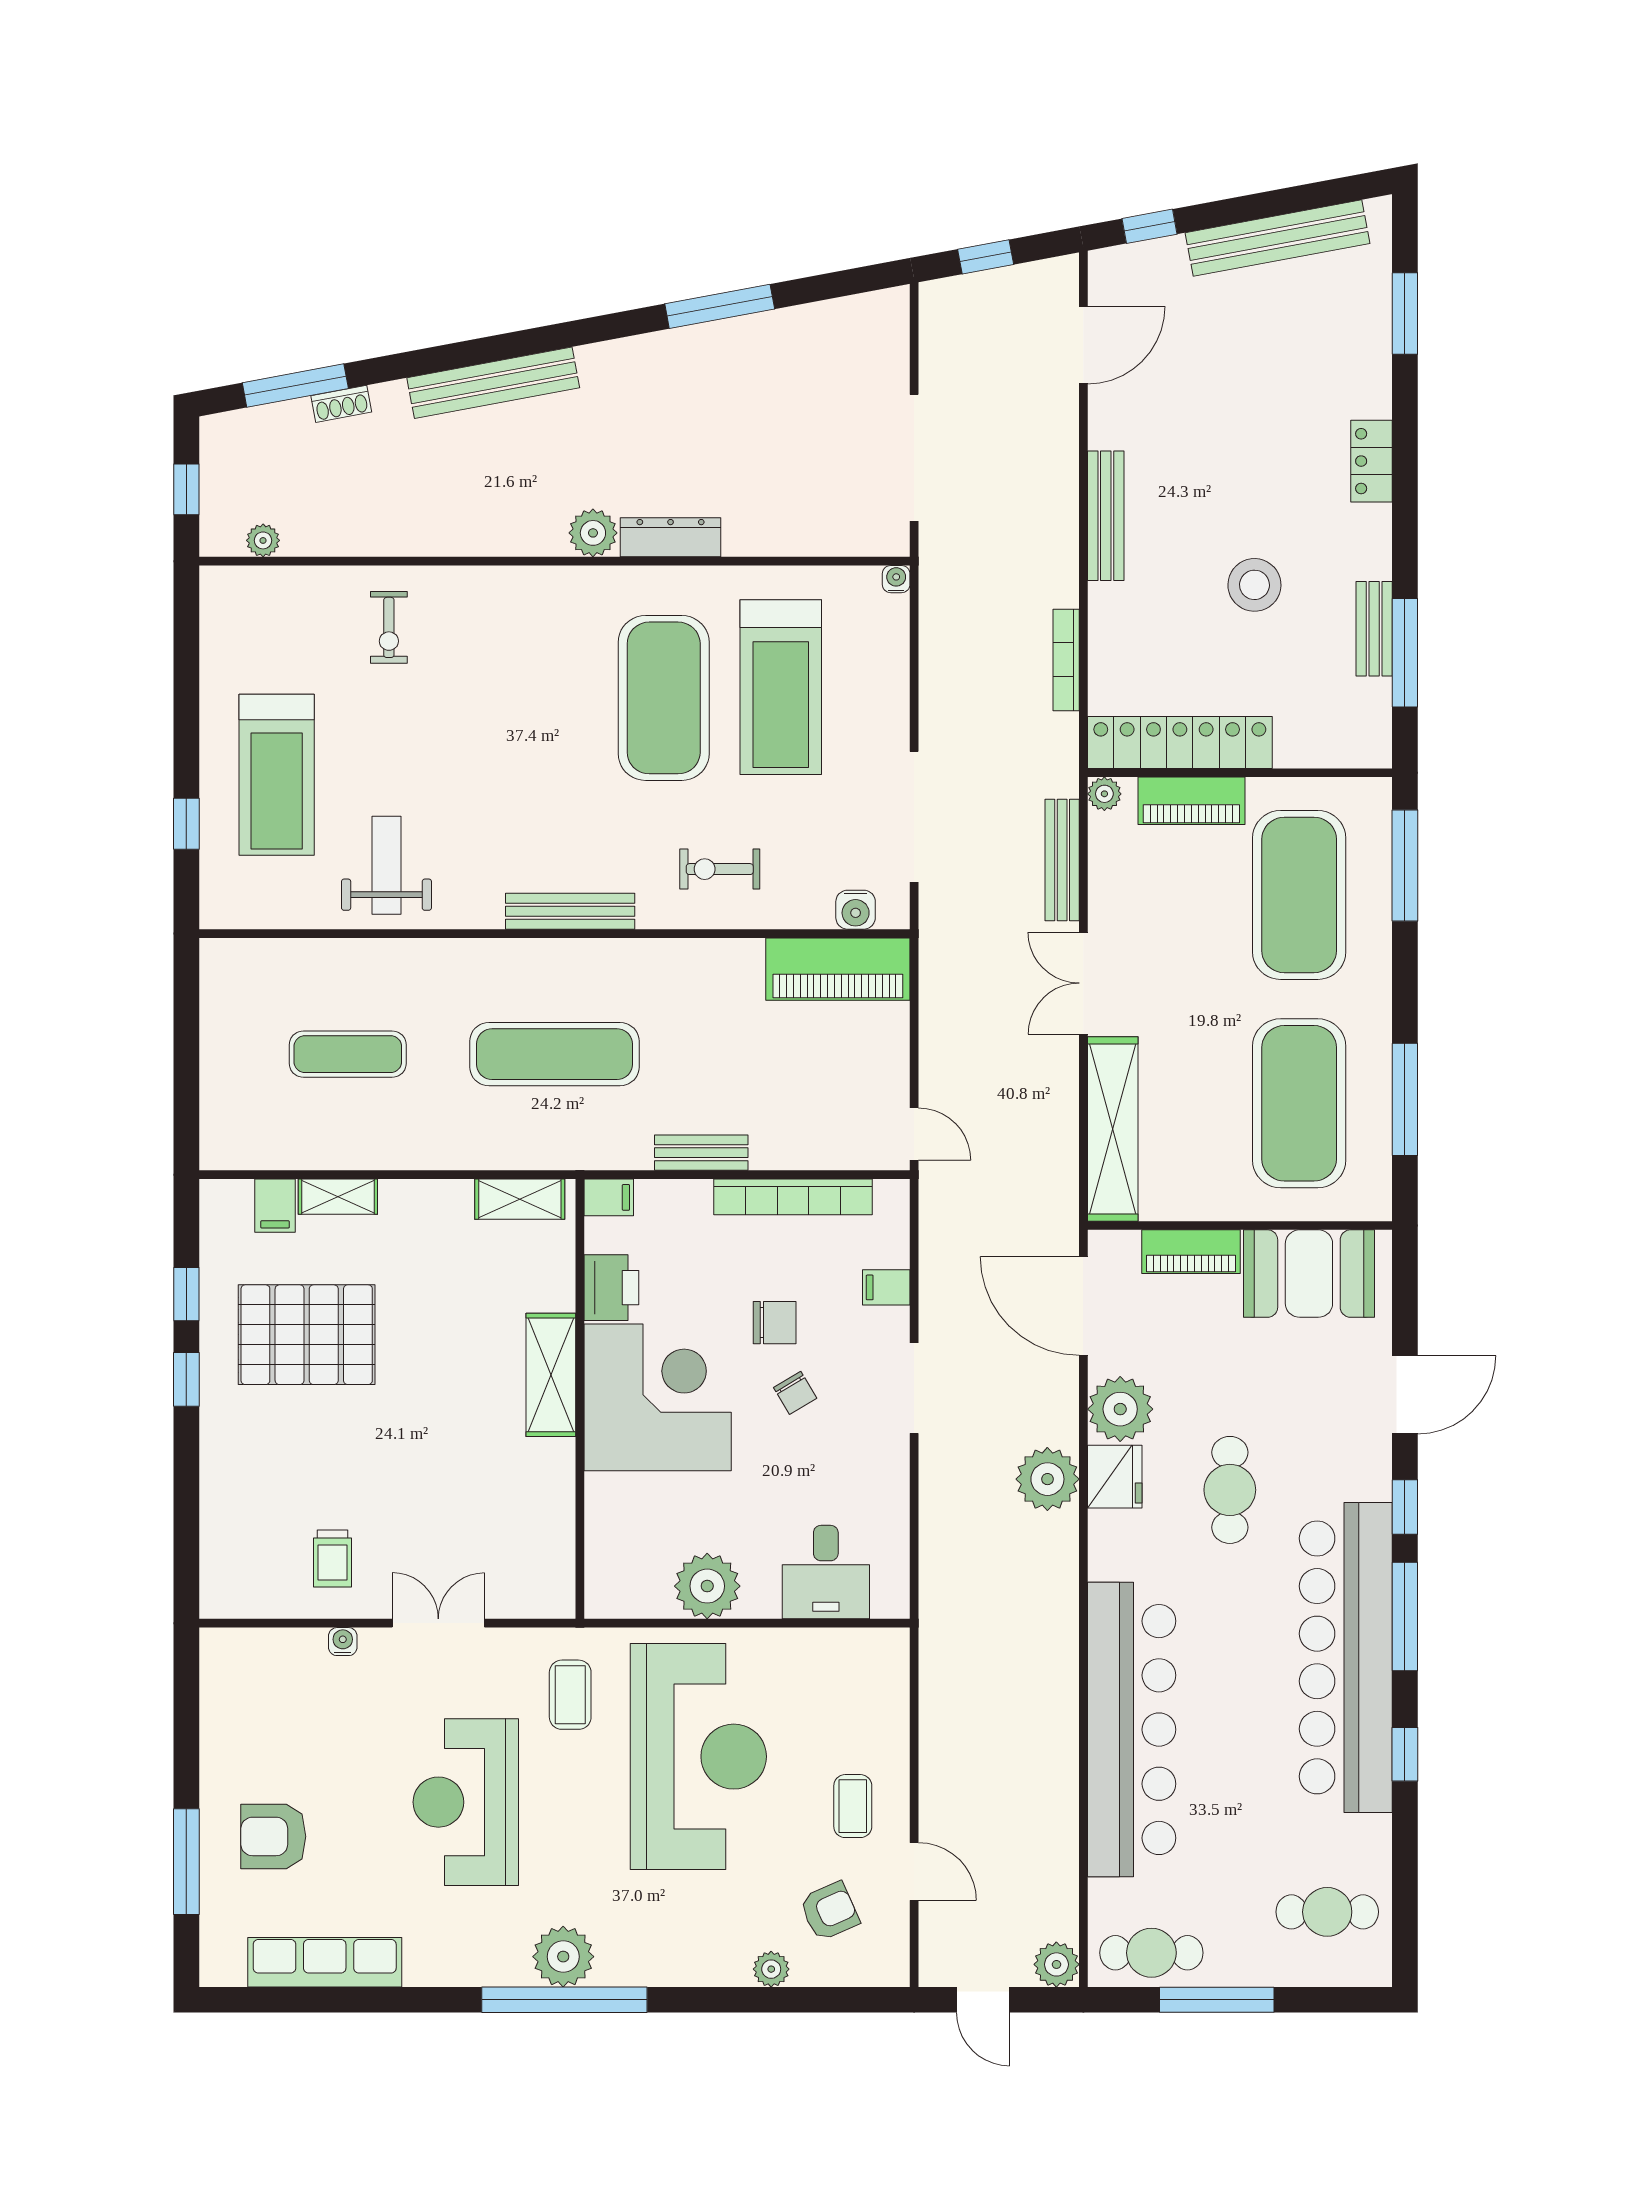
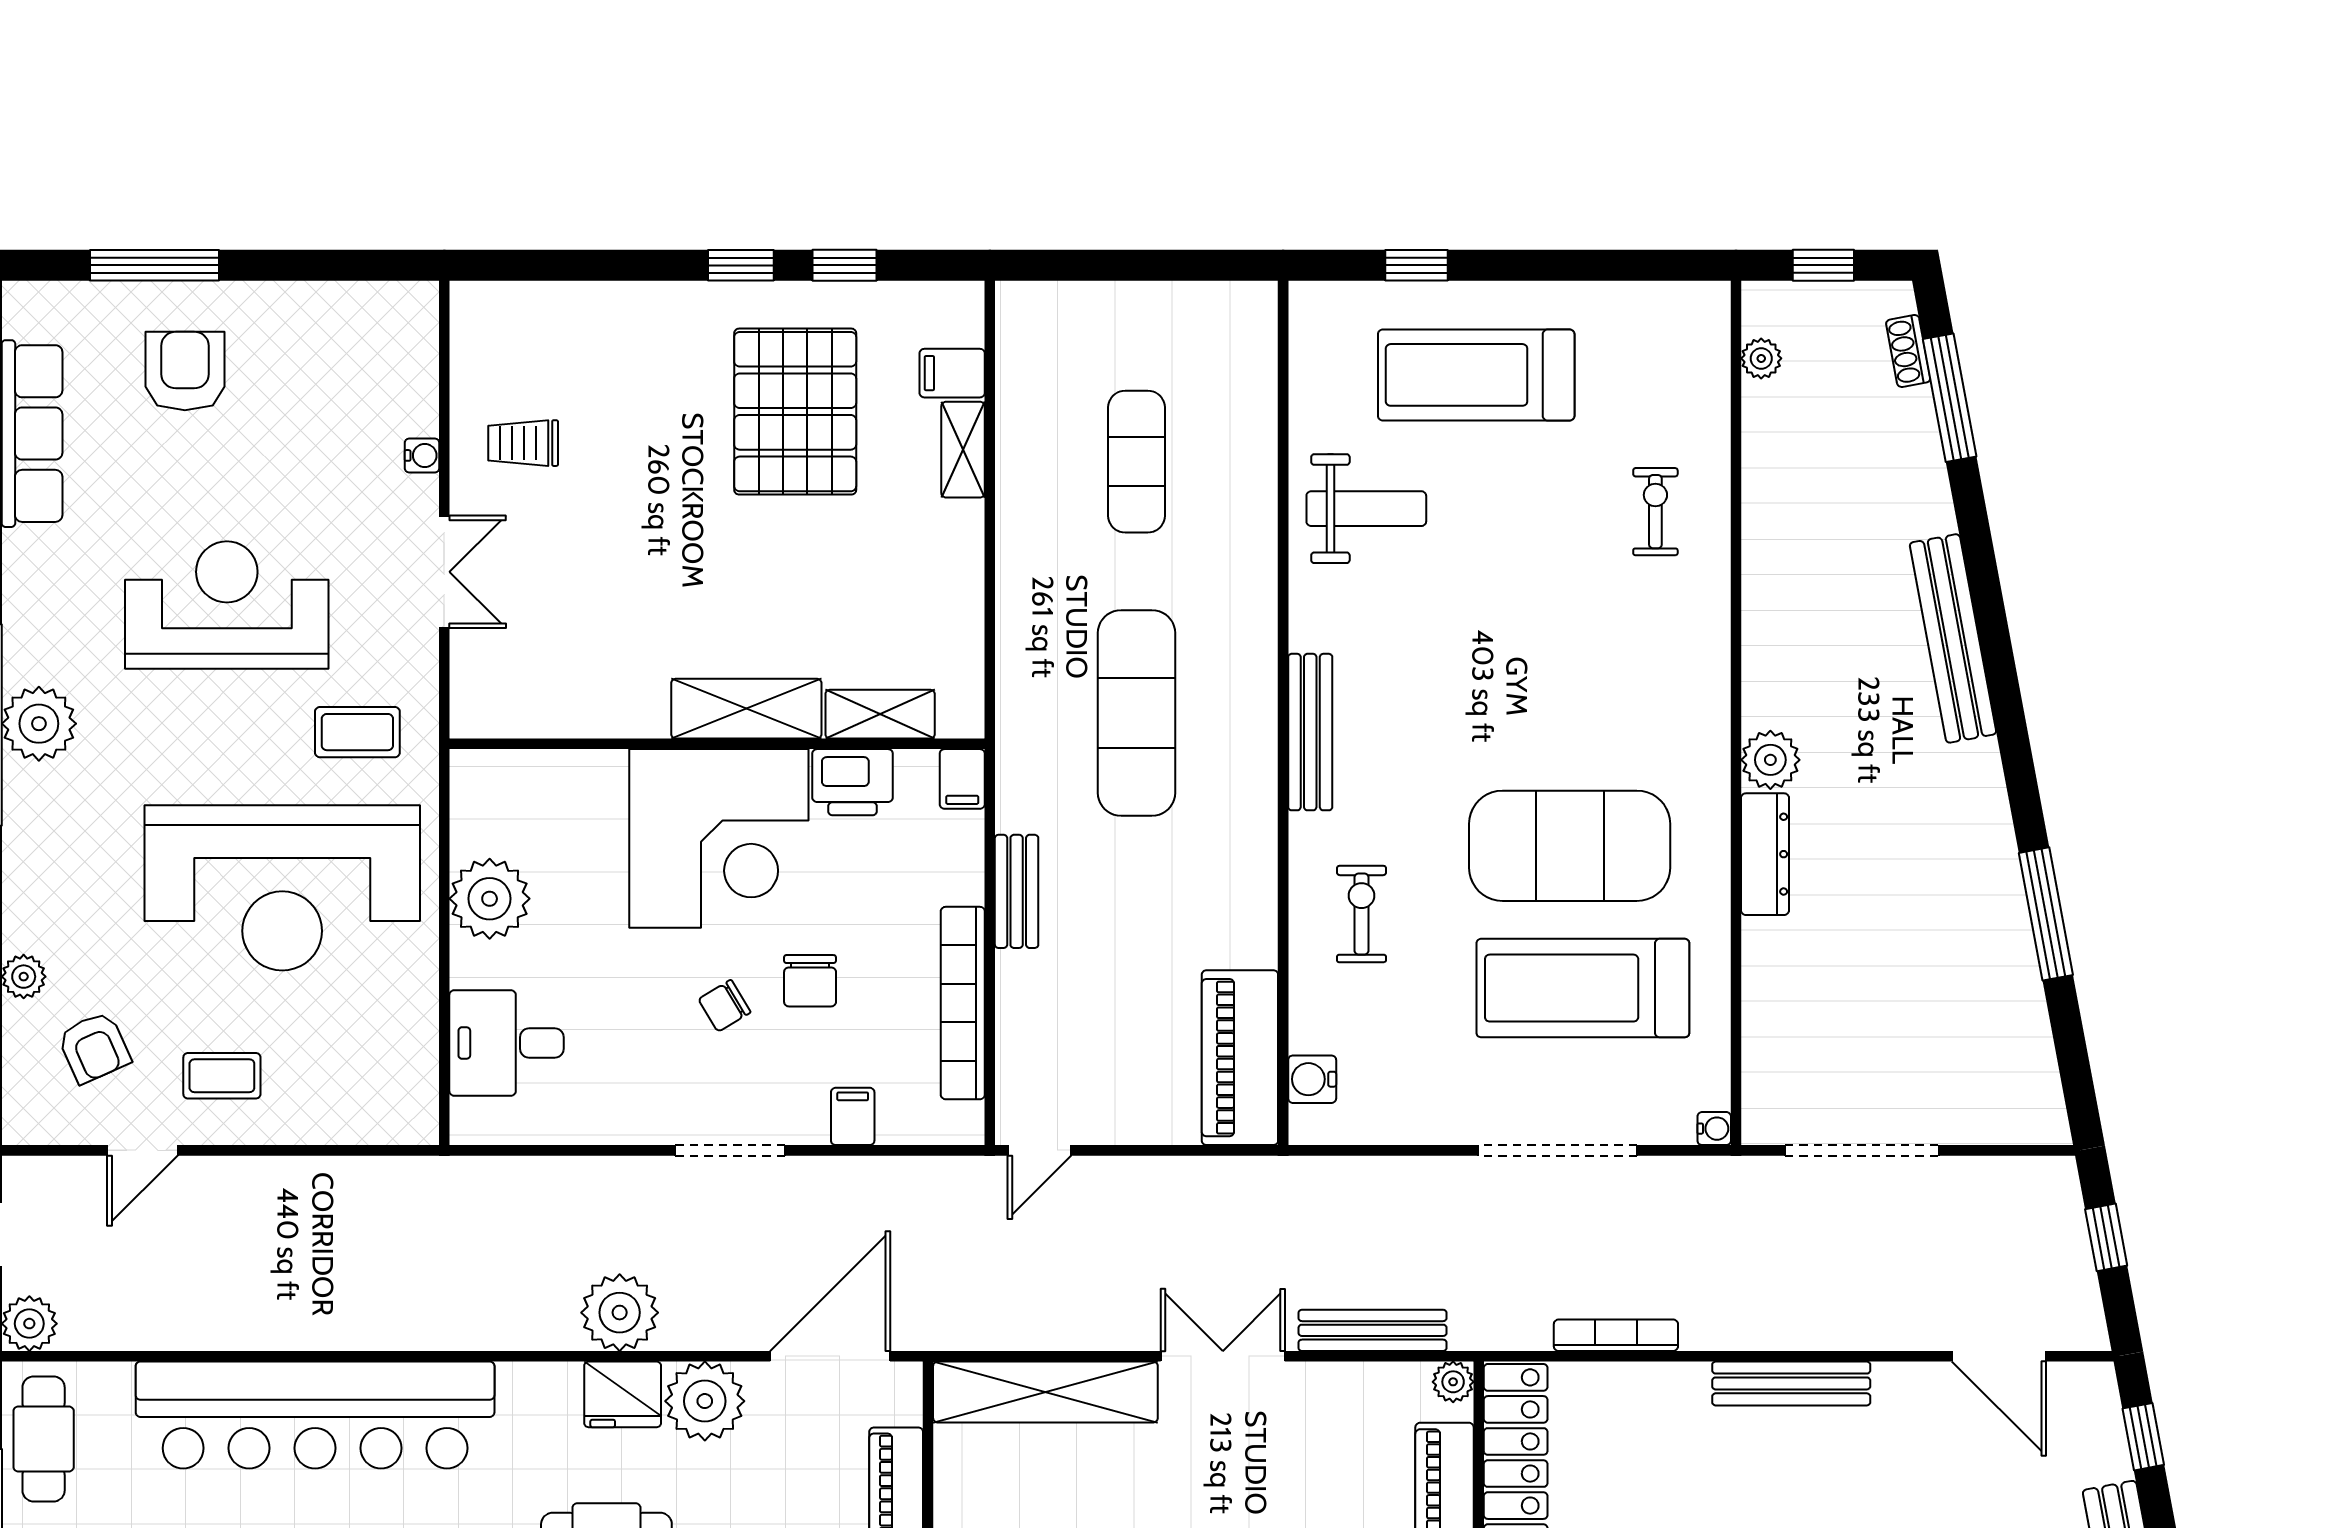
shoe rack: (341, 404) -> (1908, 351), moved
exercise bike: (389, 627) -> (1655, 512), turned 90
doorway: (914, 817) -> (1558, 1150), moved
shelving: (520, 1199) -> (880, 714), moved, turned 90

